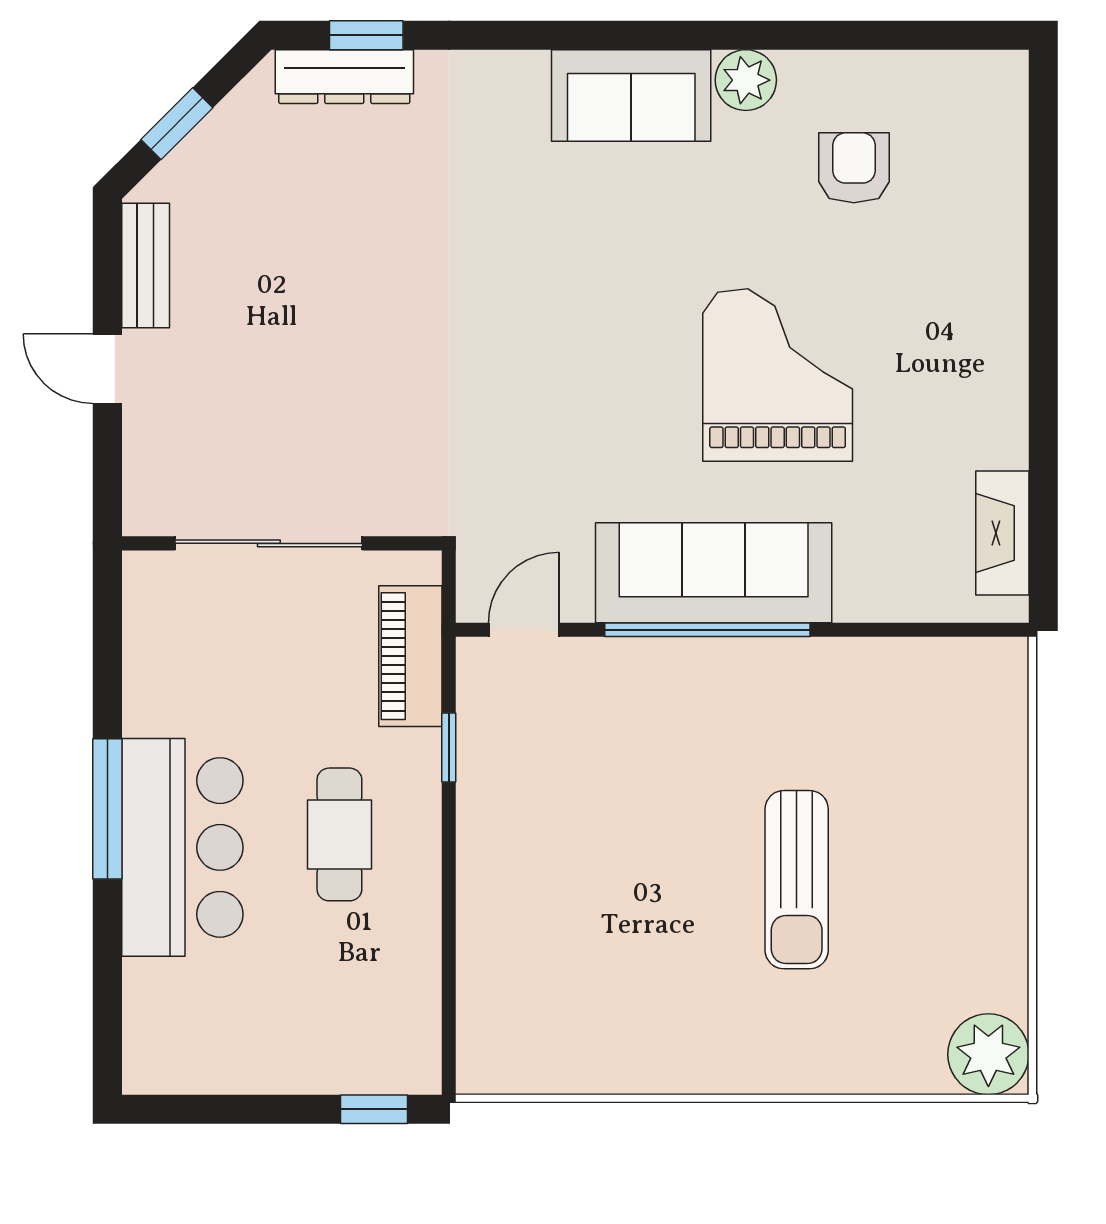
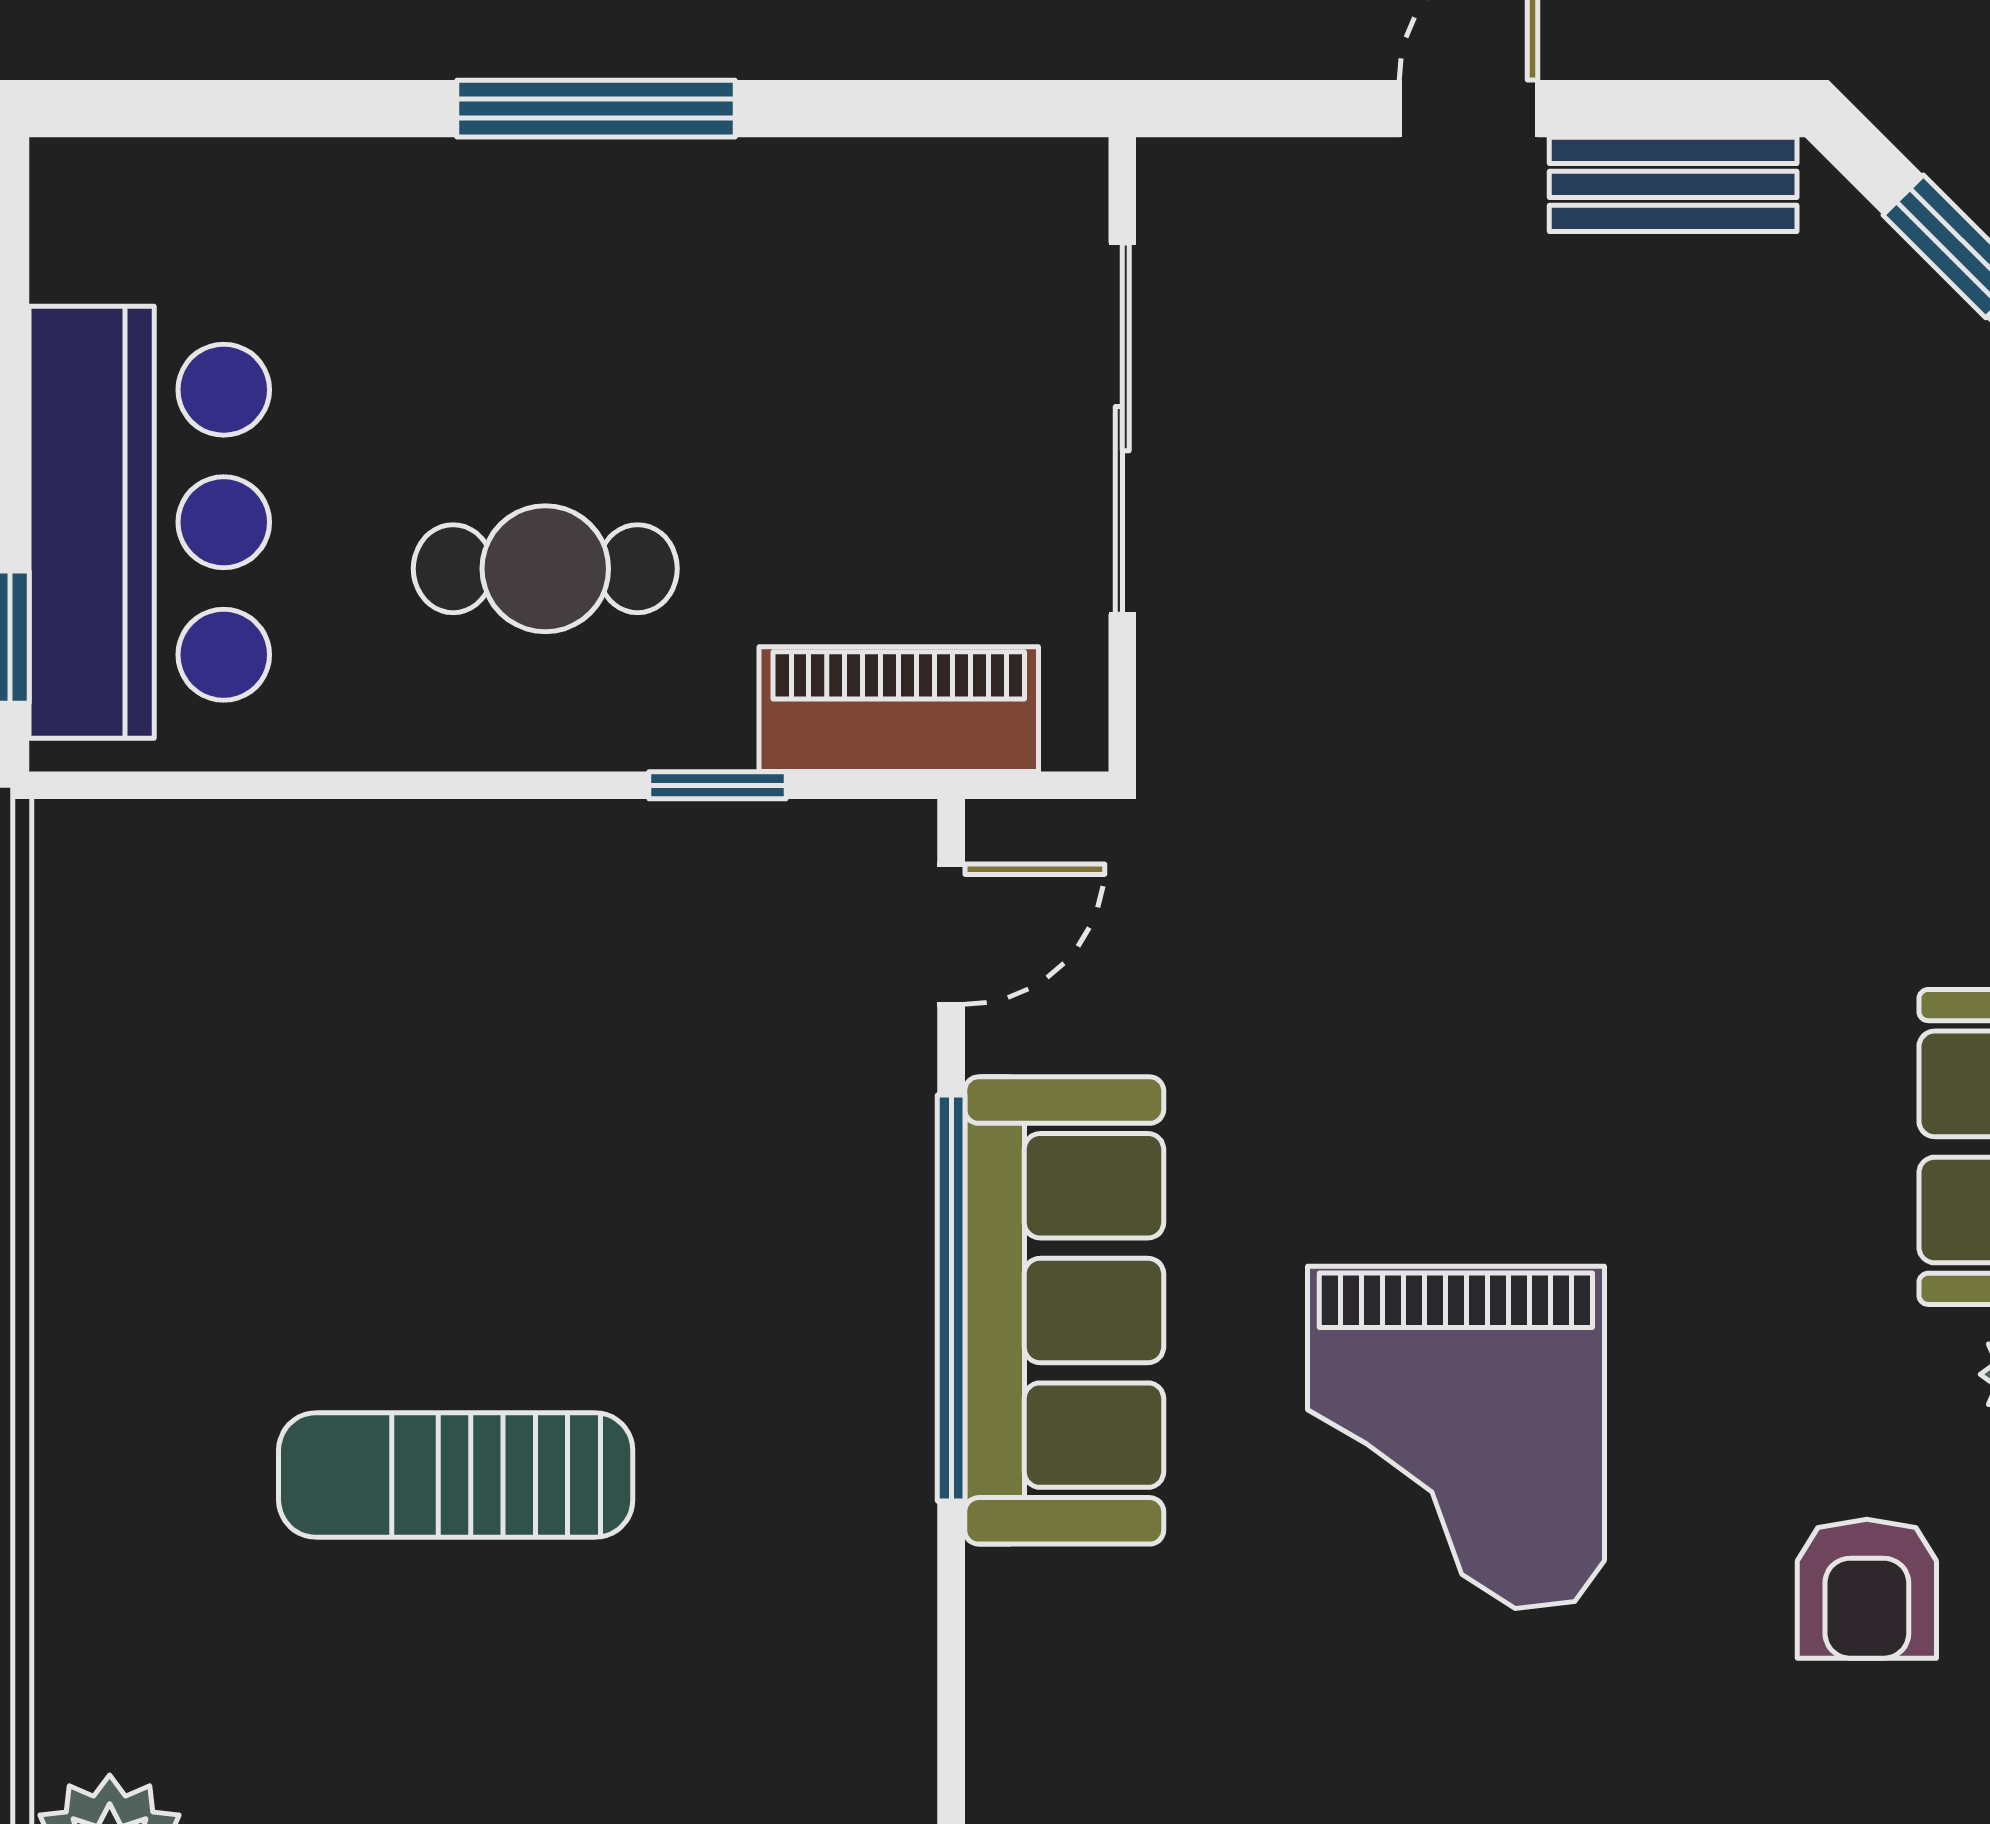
armchair: (854, 168) -> (1867, 1589), turned 90
grand piano: (778, 375) -> (1456, 1437), turned 90
door: (524, 630) -> (951, 934), hinge flipped
bar counter: (182, 847) -> (149, 522), moved, turned -90

